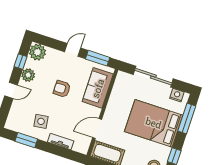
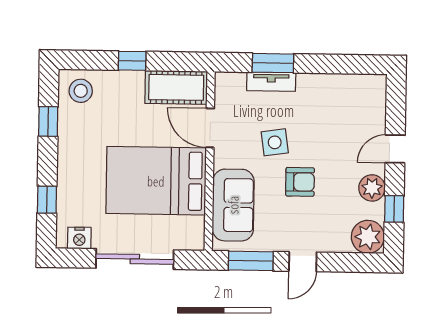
window: (187, 119) -> (47, 200), width x0.46
side table: (41, 121) -> (275, 142), moved
bed: (154, 123) -> (156, 181), moved, turned 180
door: (97, 128) -> (210, 128), swing flipped
window: (26, 140) -> (273, 63), moved

